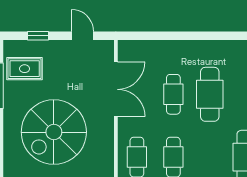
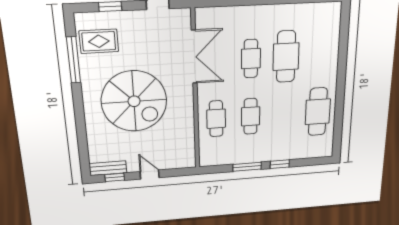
spiral stairs: (54, 132) -> (134, 101), turned -90

